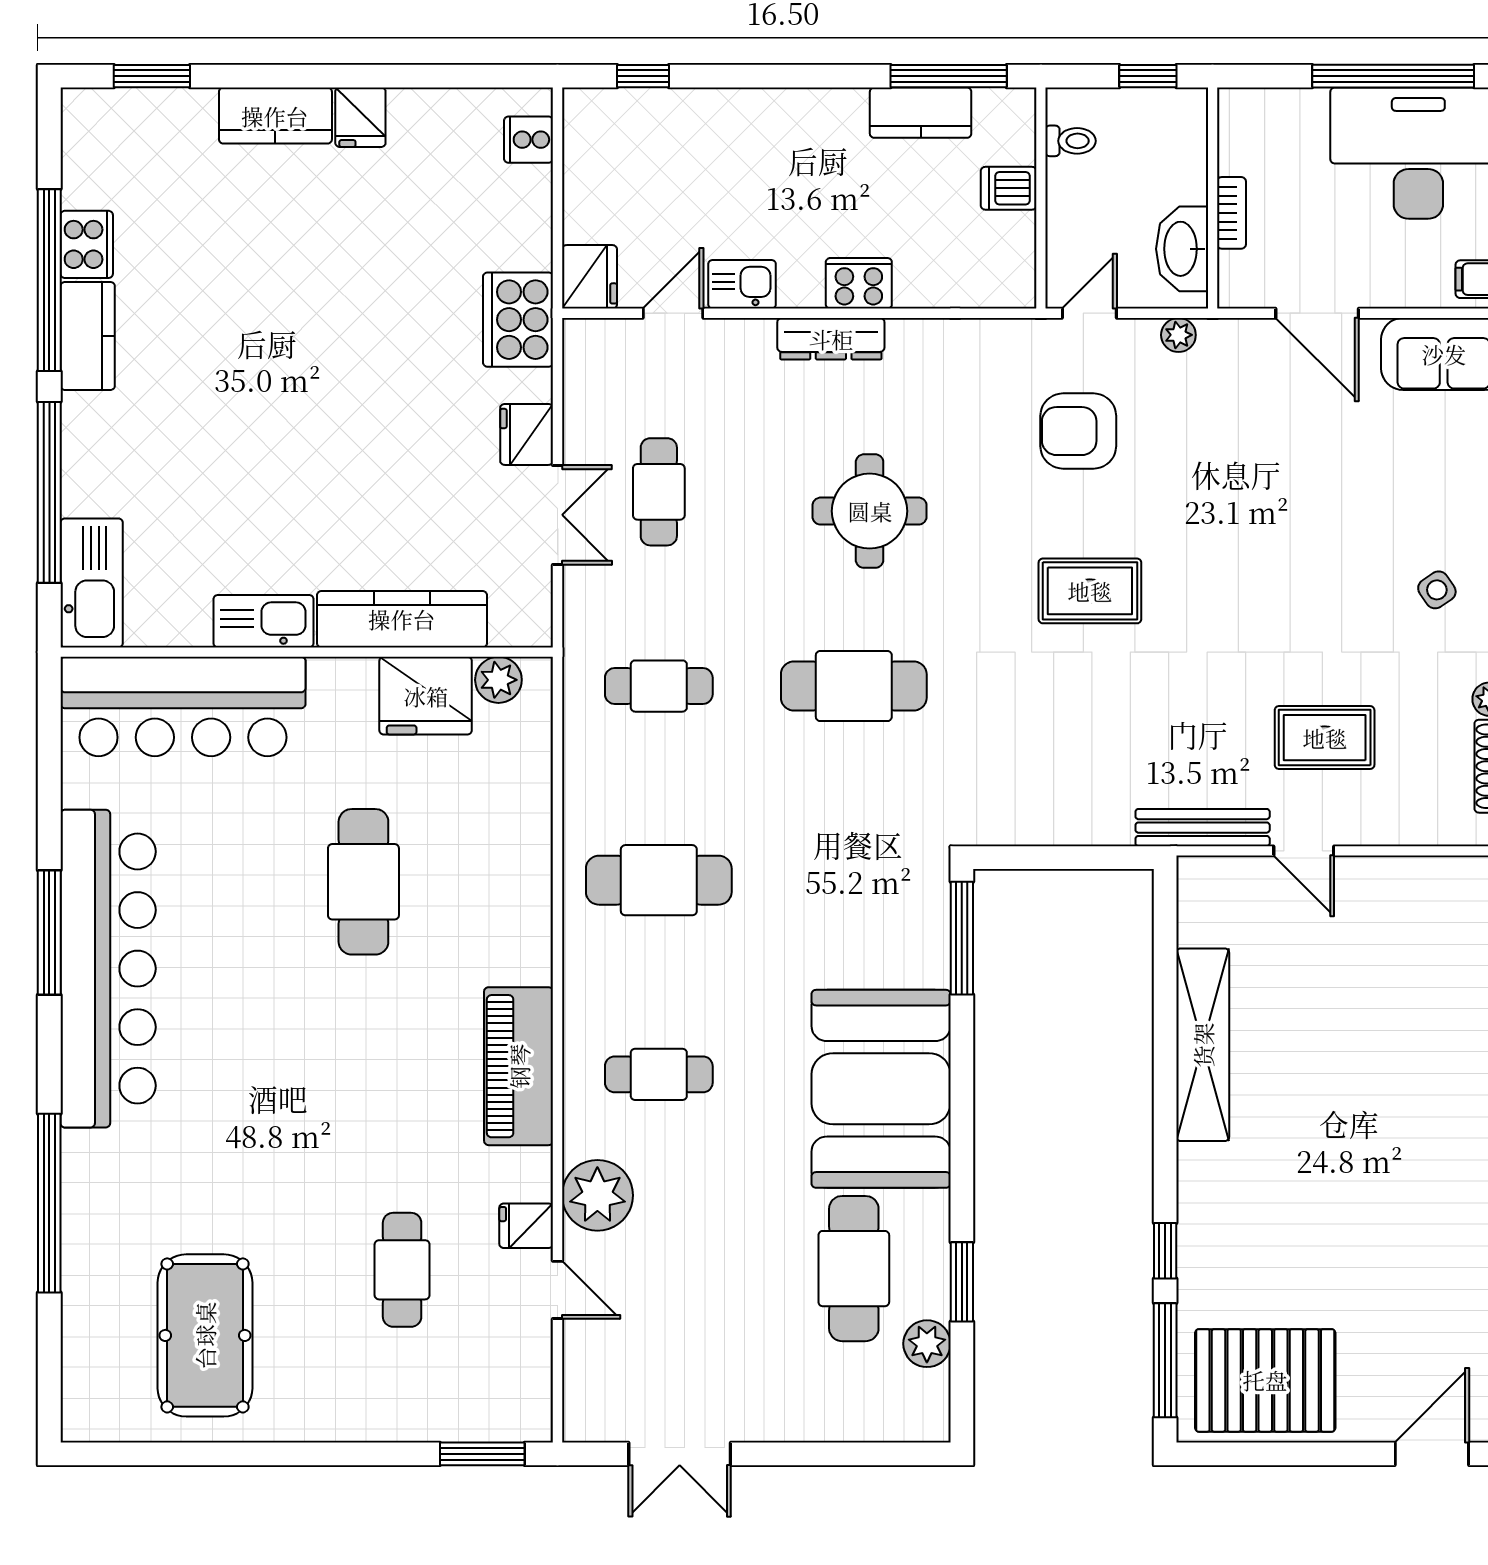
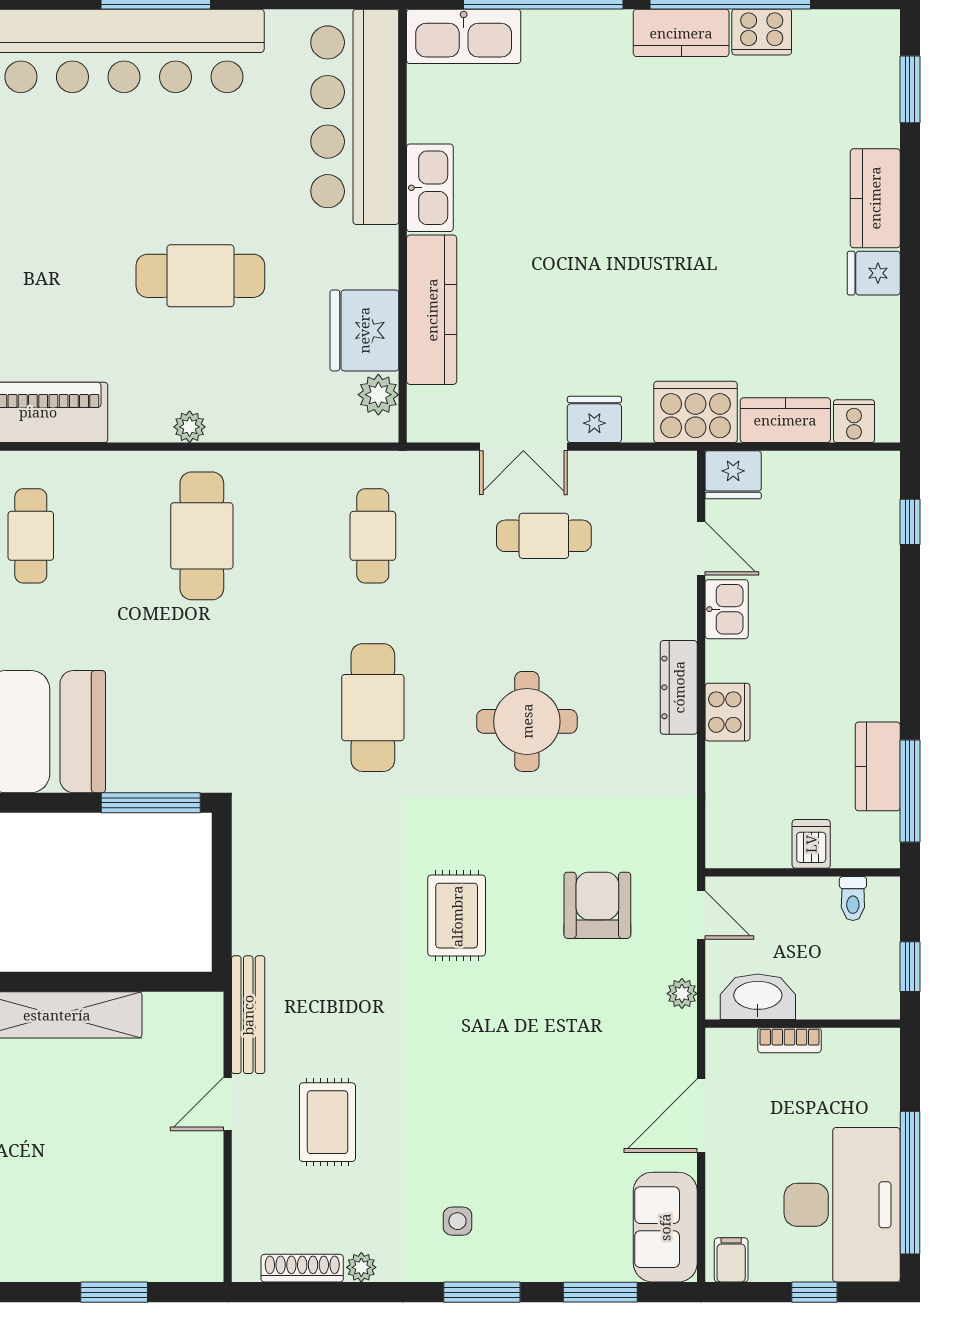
kitchen counter: (527, 218) -> (785, 420), added
side table: (1437, 590) -> (457, 1221), turned 34
plant: (535, 894) -> (190, 427), added

